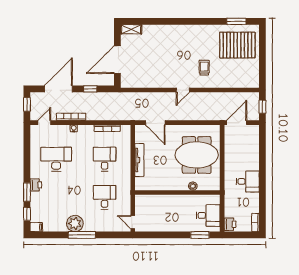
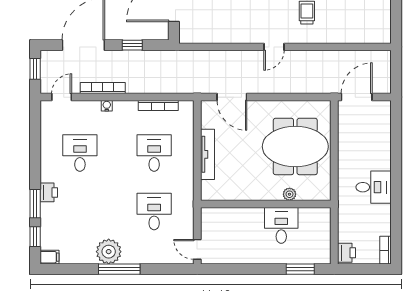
window: (262, 107) -> (396, 73), removed
desk: (56, 159) -> (80, 153), width x0.73
desk: (208, 215) -> (281, 225), moved, turned -90

